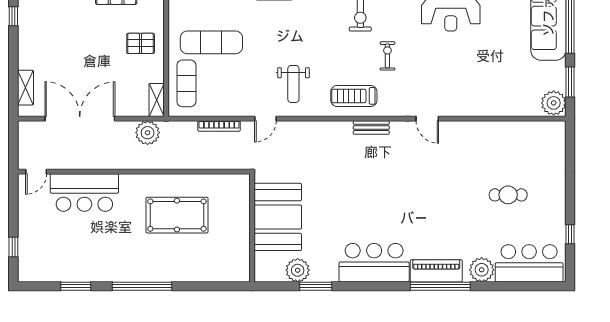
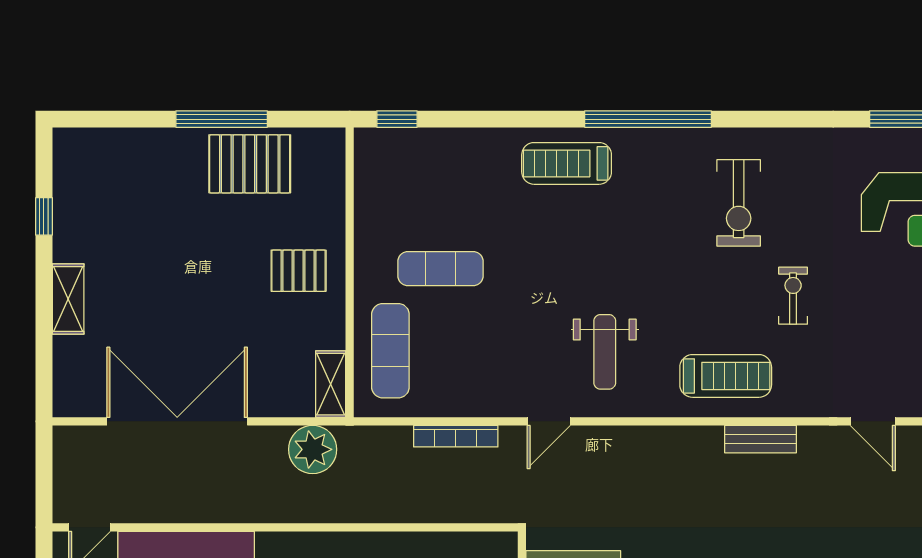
exercise mat: (211, 42) -> (440, 269), width x0.73, depth x0.69
shelving: (25, 88) -> (68, 299), moved
treadmill: (354, 96) -> (726, 376), turned 180

